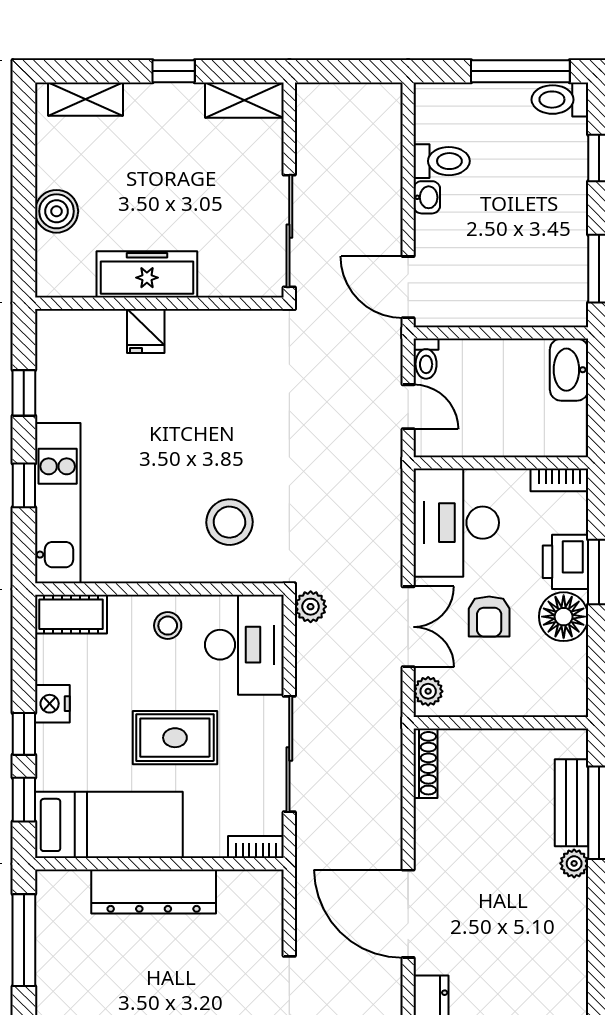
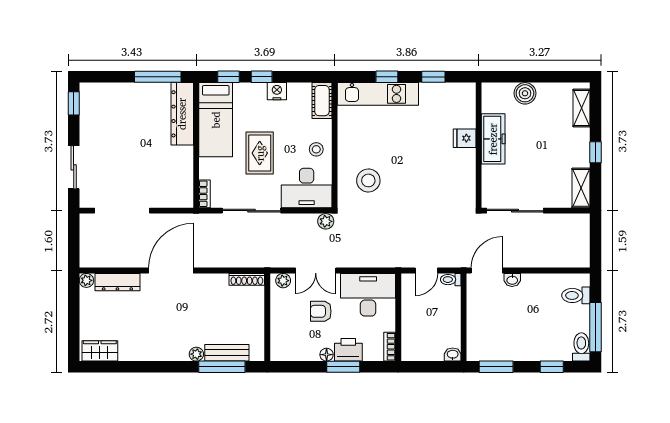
toilet: (442, 161) -> (576, 295), moved, turned 90
washbasin: (427, 197) -> (512, 280), moved
washbasin: (569, 370) -> (453, 355), width x0.52, depth x0.69
floor lamp: (564, 617) -> (327, 355), width x0.53, depth x0.53
dresser: (154, 892) -> (182, 114), moved

